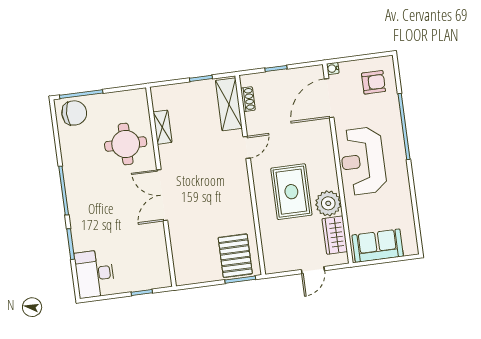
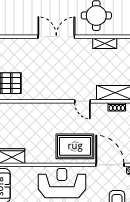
rug: (291, 192) -> (75, 146), moved
plant: (328, 203) -> (35, 154), removed

